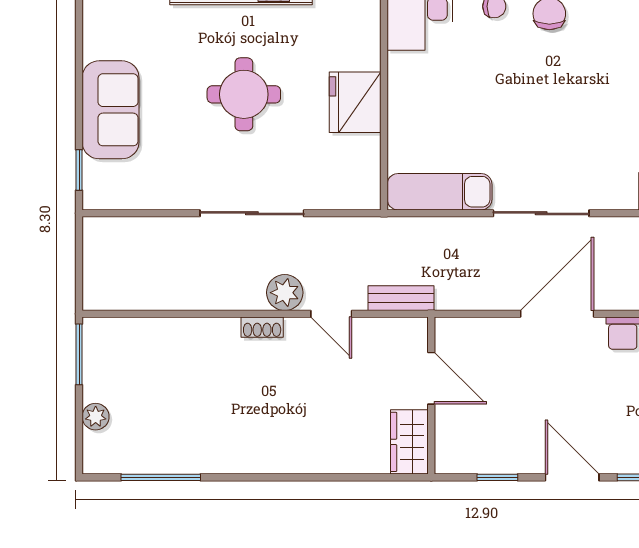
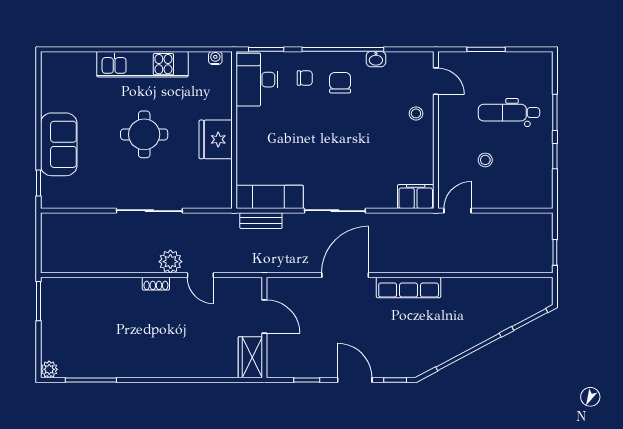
bench: (401, 298) -> (261, 221), moved
plant: (96, 417) -> (49, 369), moved

